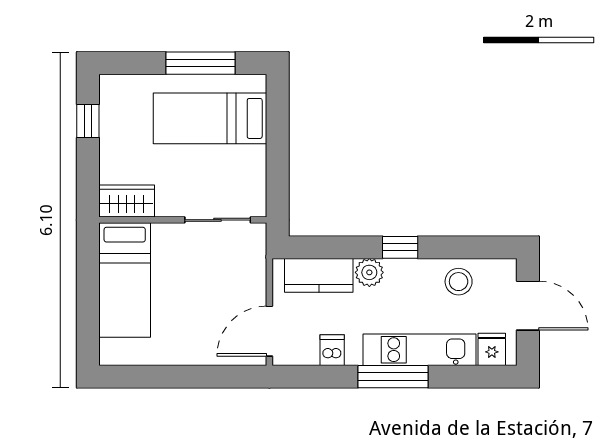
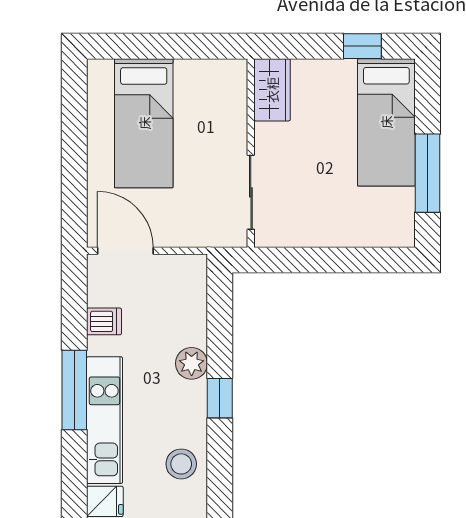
bed: (210, 118) -> (386, 122), moved, turned 180
kitchen counter: (319, 275) -> (188, 306), removed
bed: (125, 280) -> (144, 123), moved, turned -90

